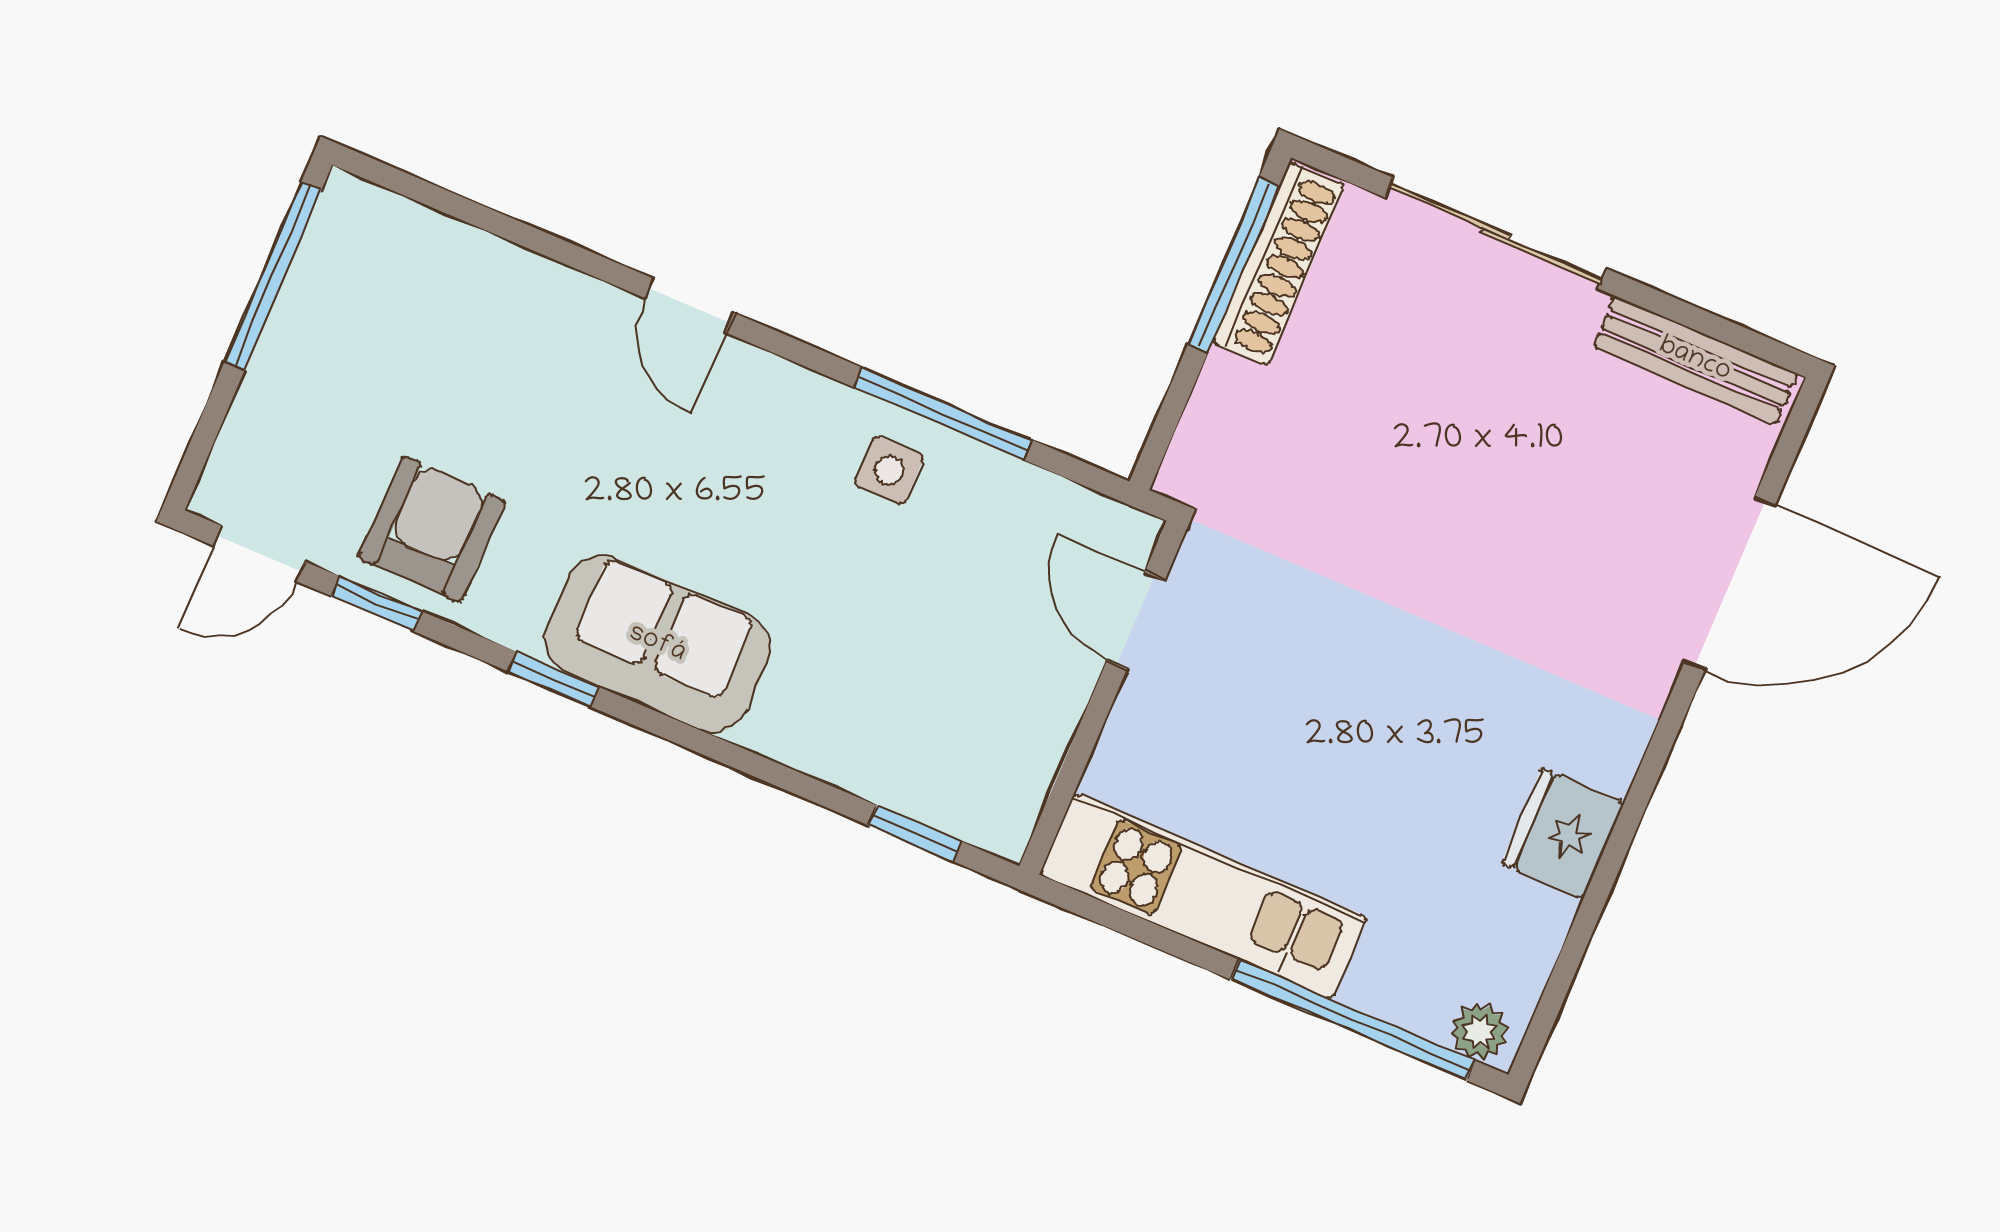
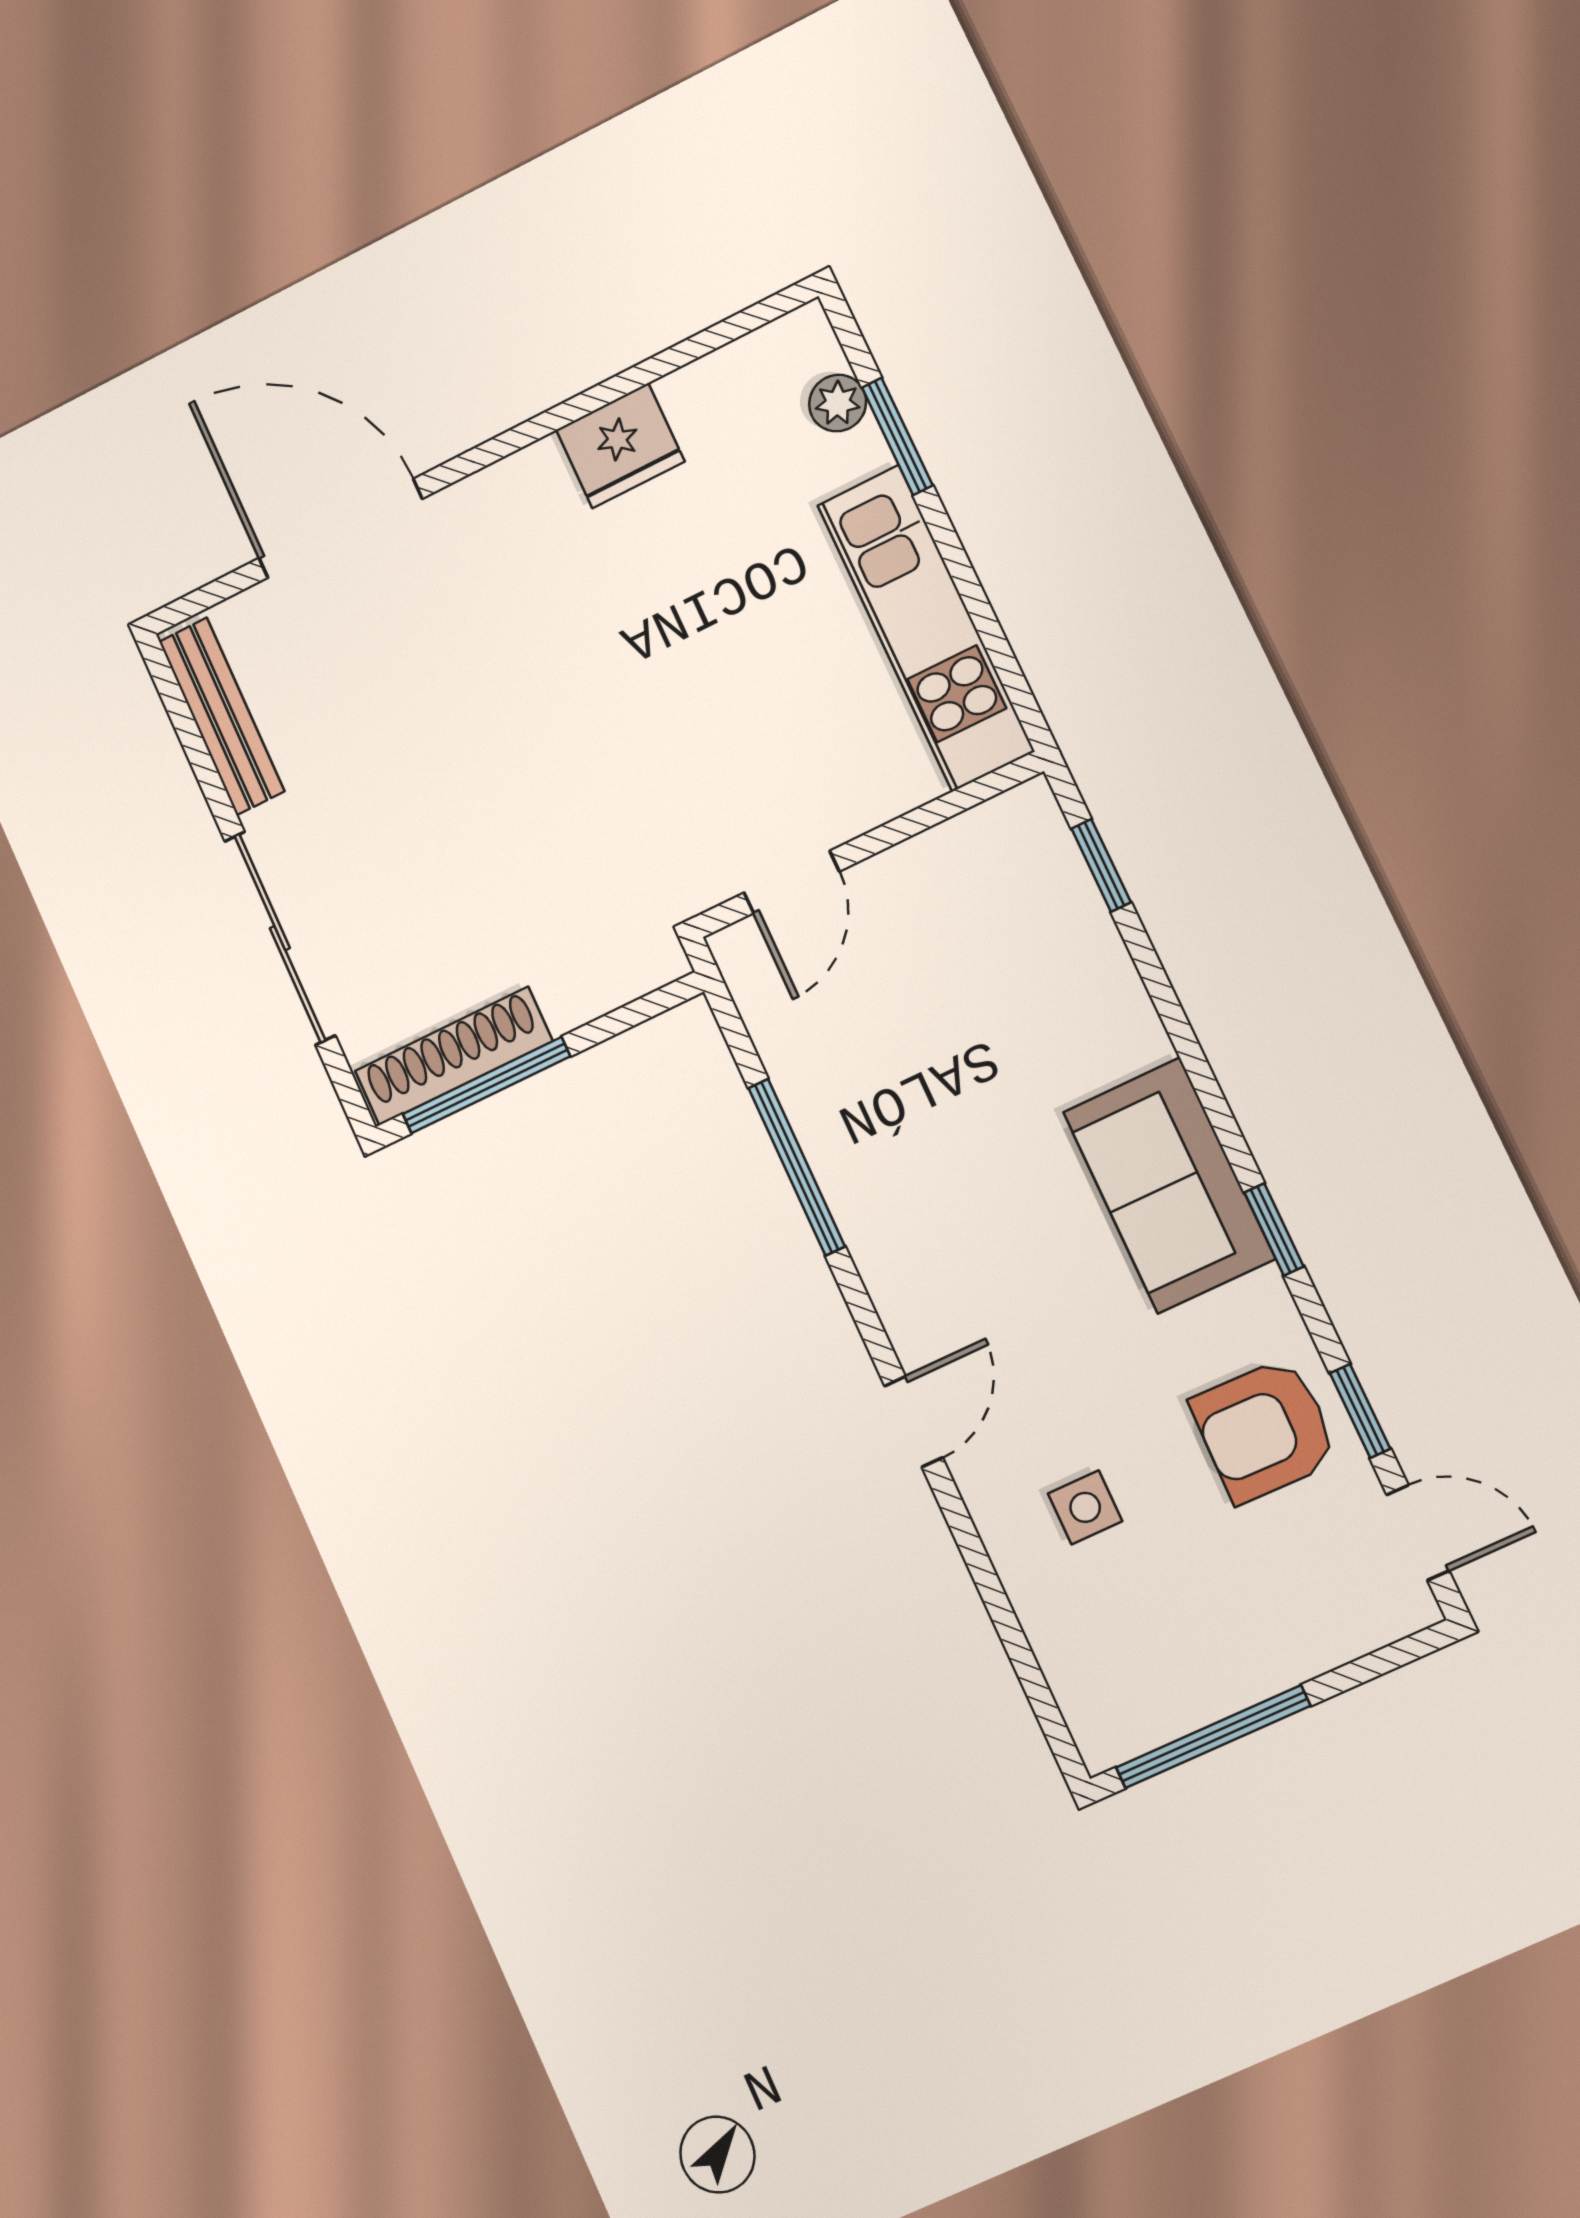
side table: (889, 470) -> (1085, 1507), moved
window: (1353, 1020) -> (897, 436), width x0.47
plant: (1480, 1032) -> (838, 403), moved

